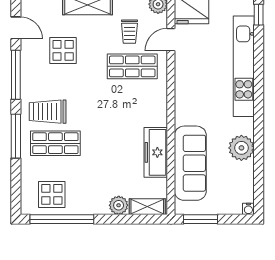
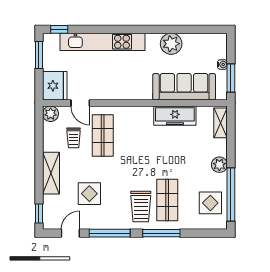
trolley: (129, 32) -> (74, 138), turned 90
plant: (119, 205) -> (219, 165), moved
water cooler: (248, 209) -> (222, 65), moved

